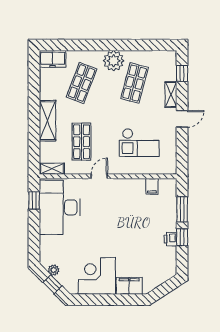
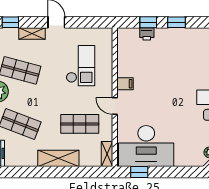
filing cabinet: (152, 186) -> (125, 84), moved
window: (182, 209) -> (148, 22), width x0.67
printer: (170, 239) -> (147, 34), moved

